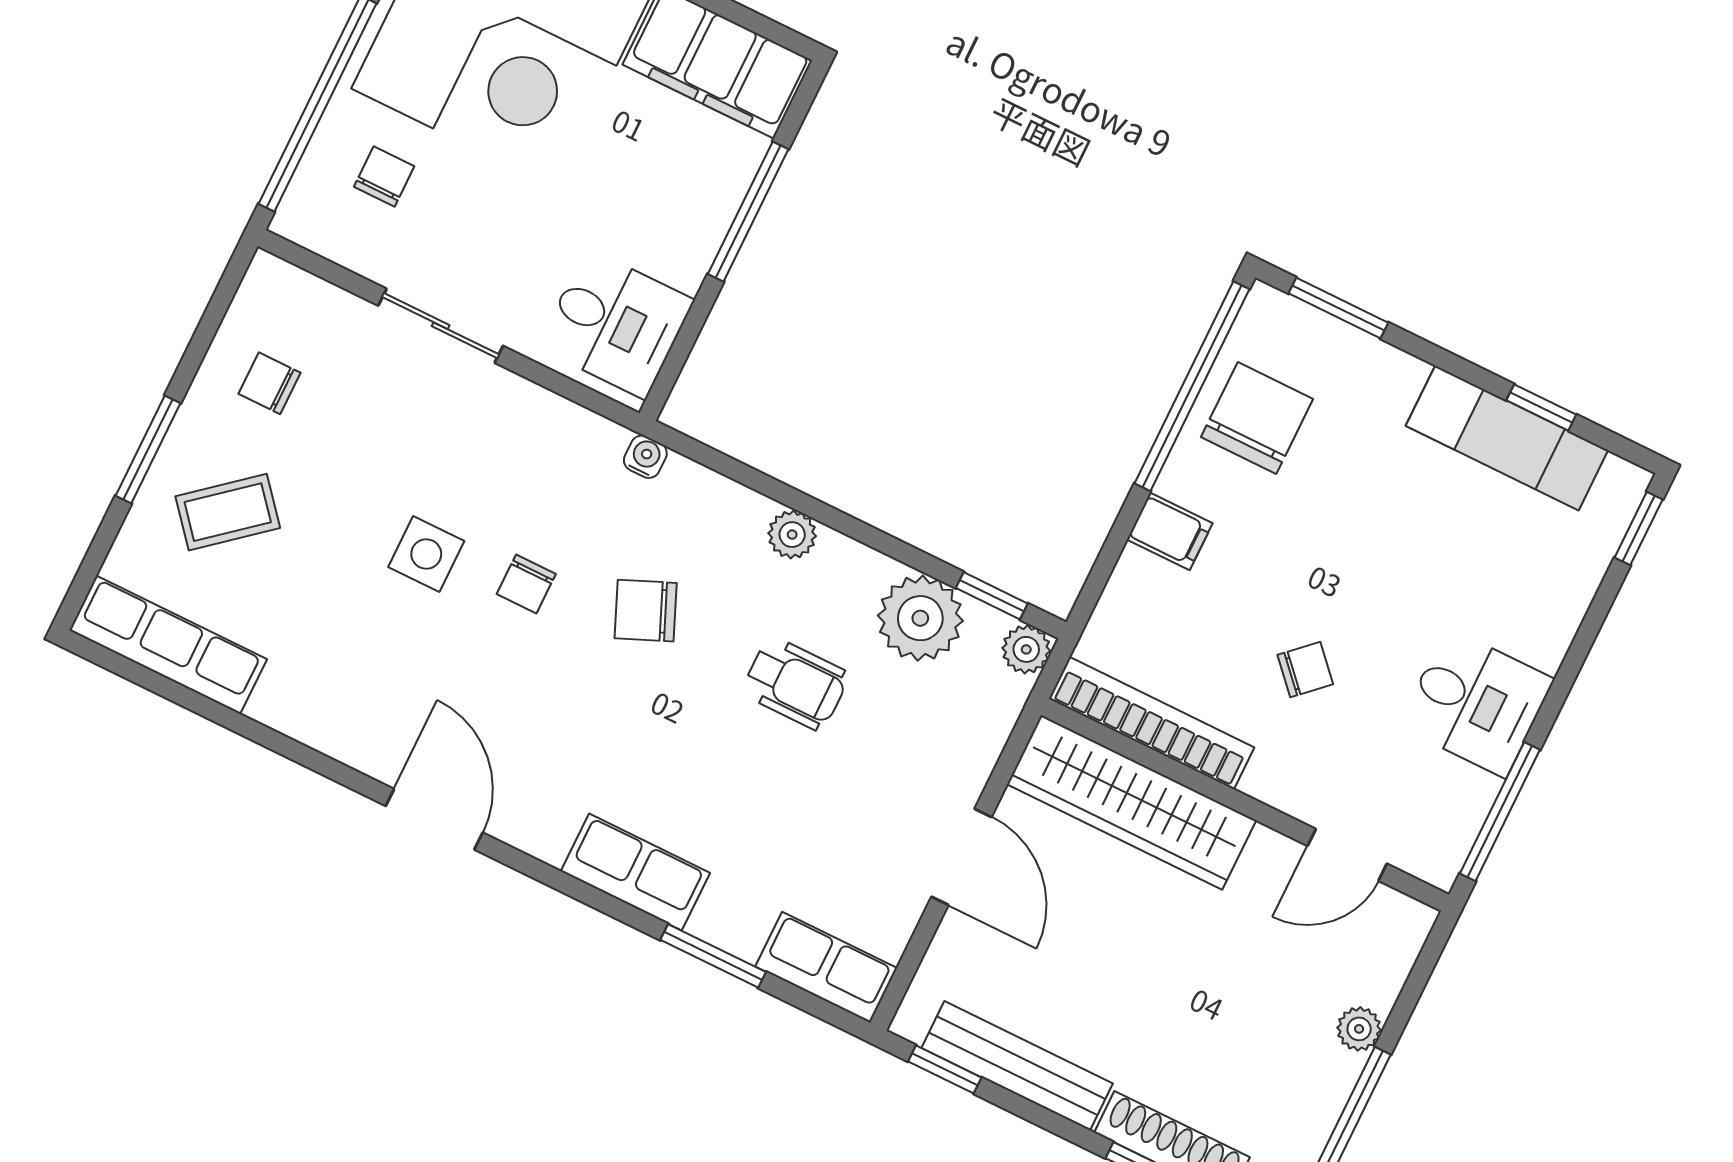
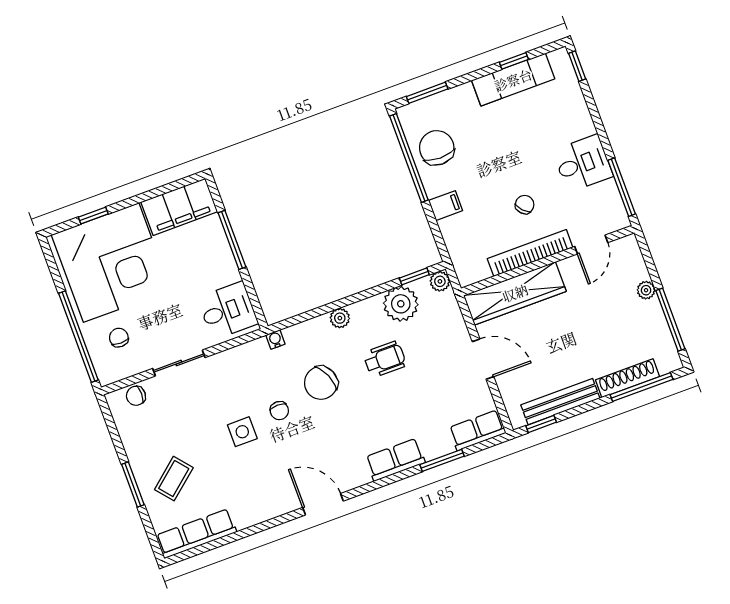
chair: (269, 383) -> (136, 396), moved
chair: (646, 611) -> (321, 383), width x1.37, depth x1.37
bookcase: (1152, 723) -> (530, 253), moved

